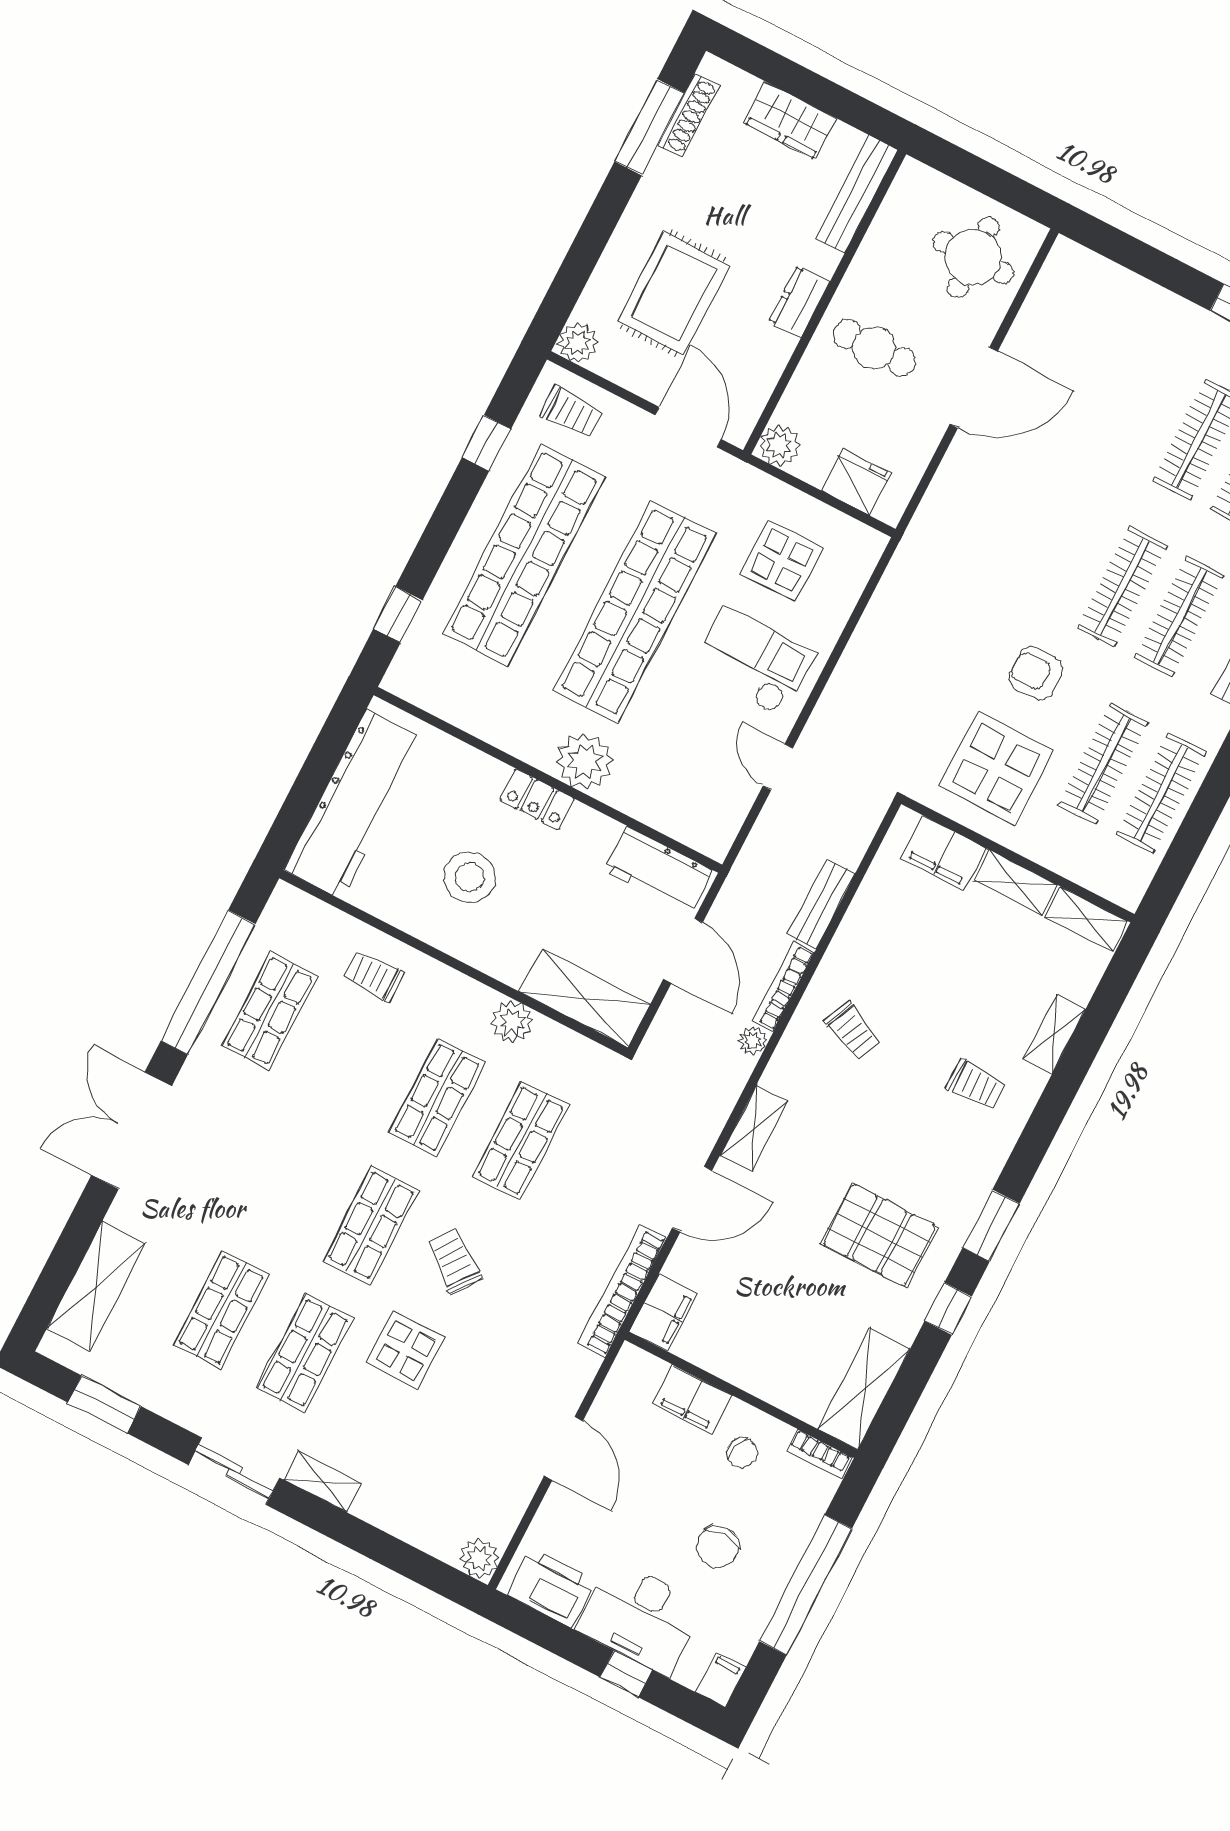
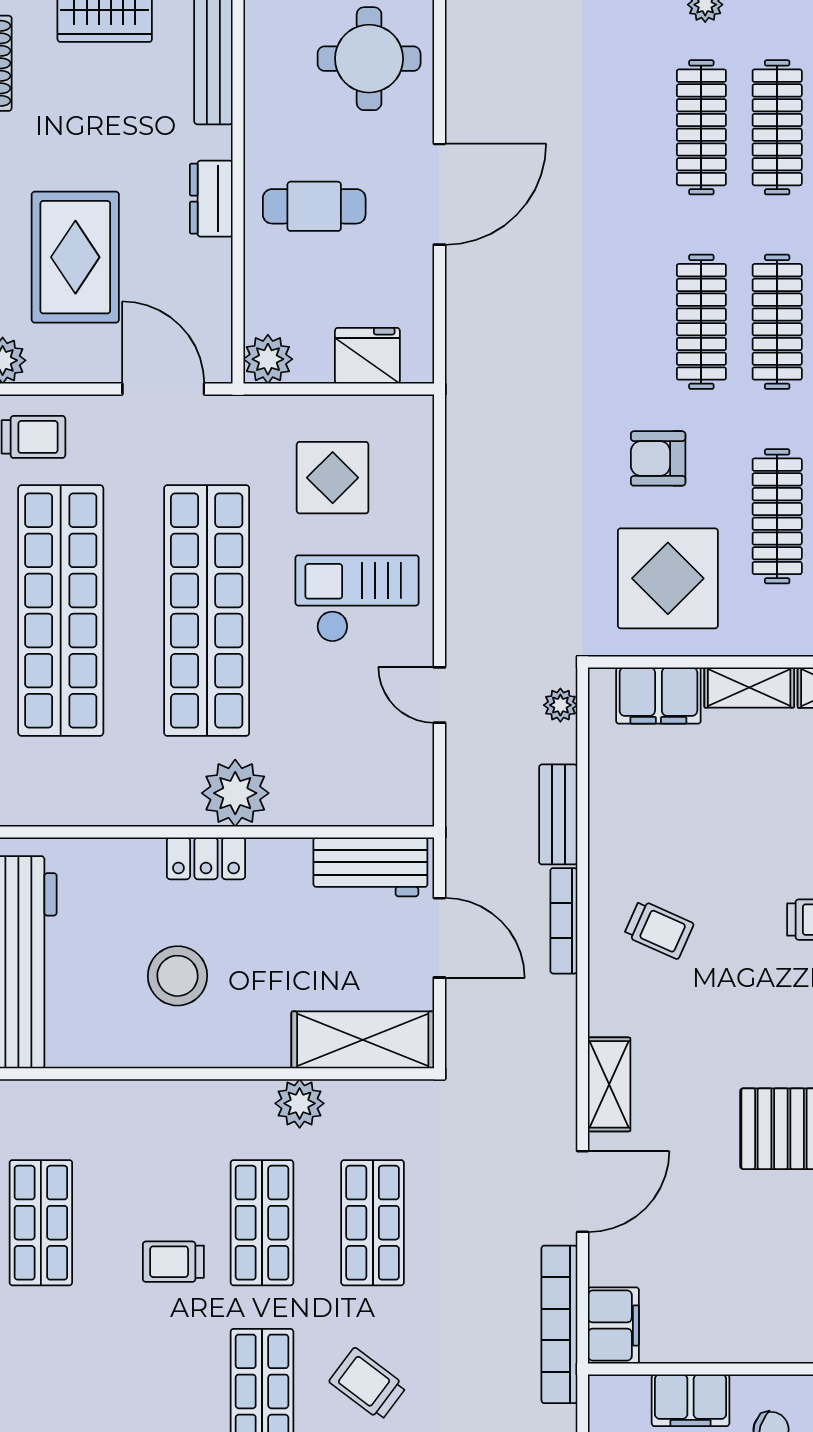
trolley: (373, 976) -> (173, 1262), moved
plant: (753, 1041) -> (560, 705), moved

